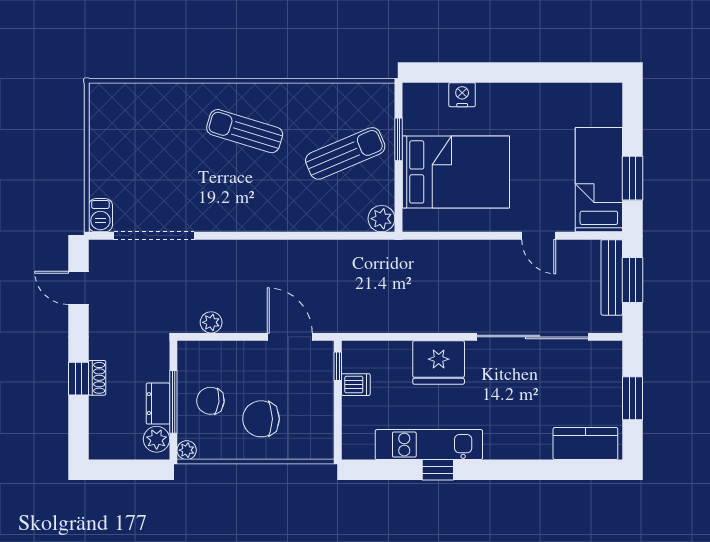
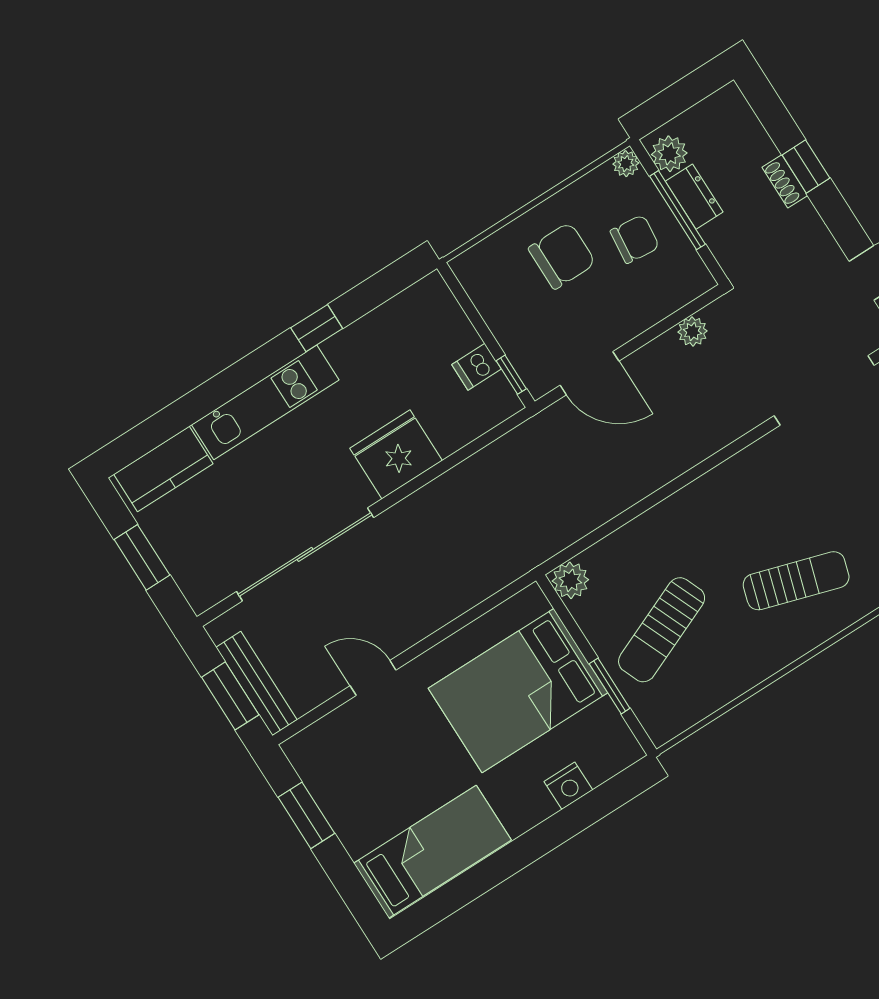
bed: (599, 180) -> (432, 852), moved, turned -90
kitchen unit: (429, 445) -> (265, 402), moved

